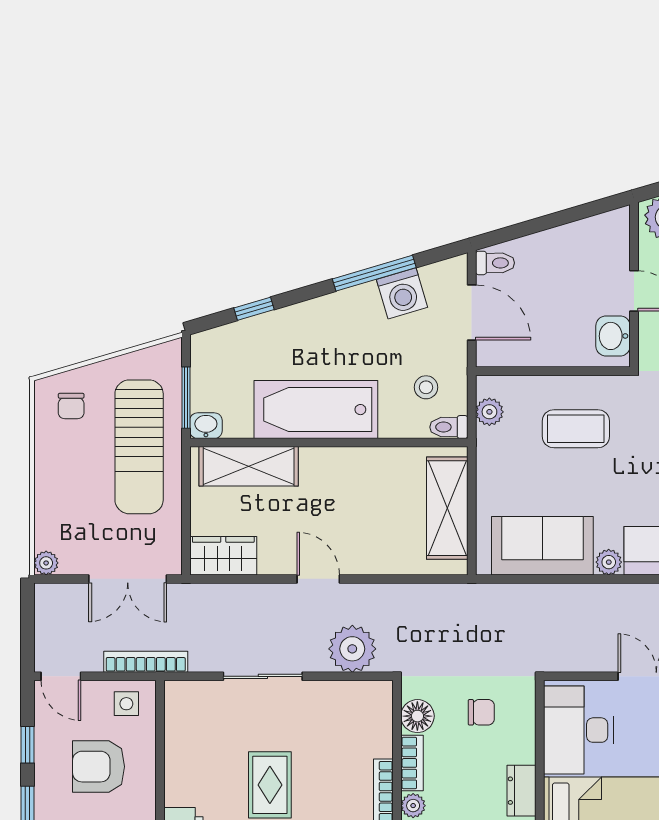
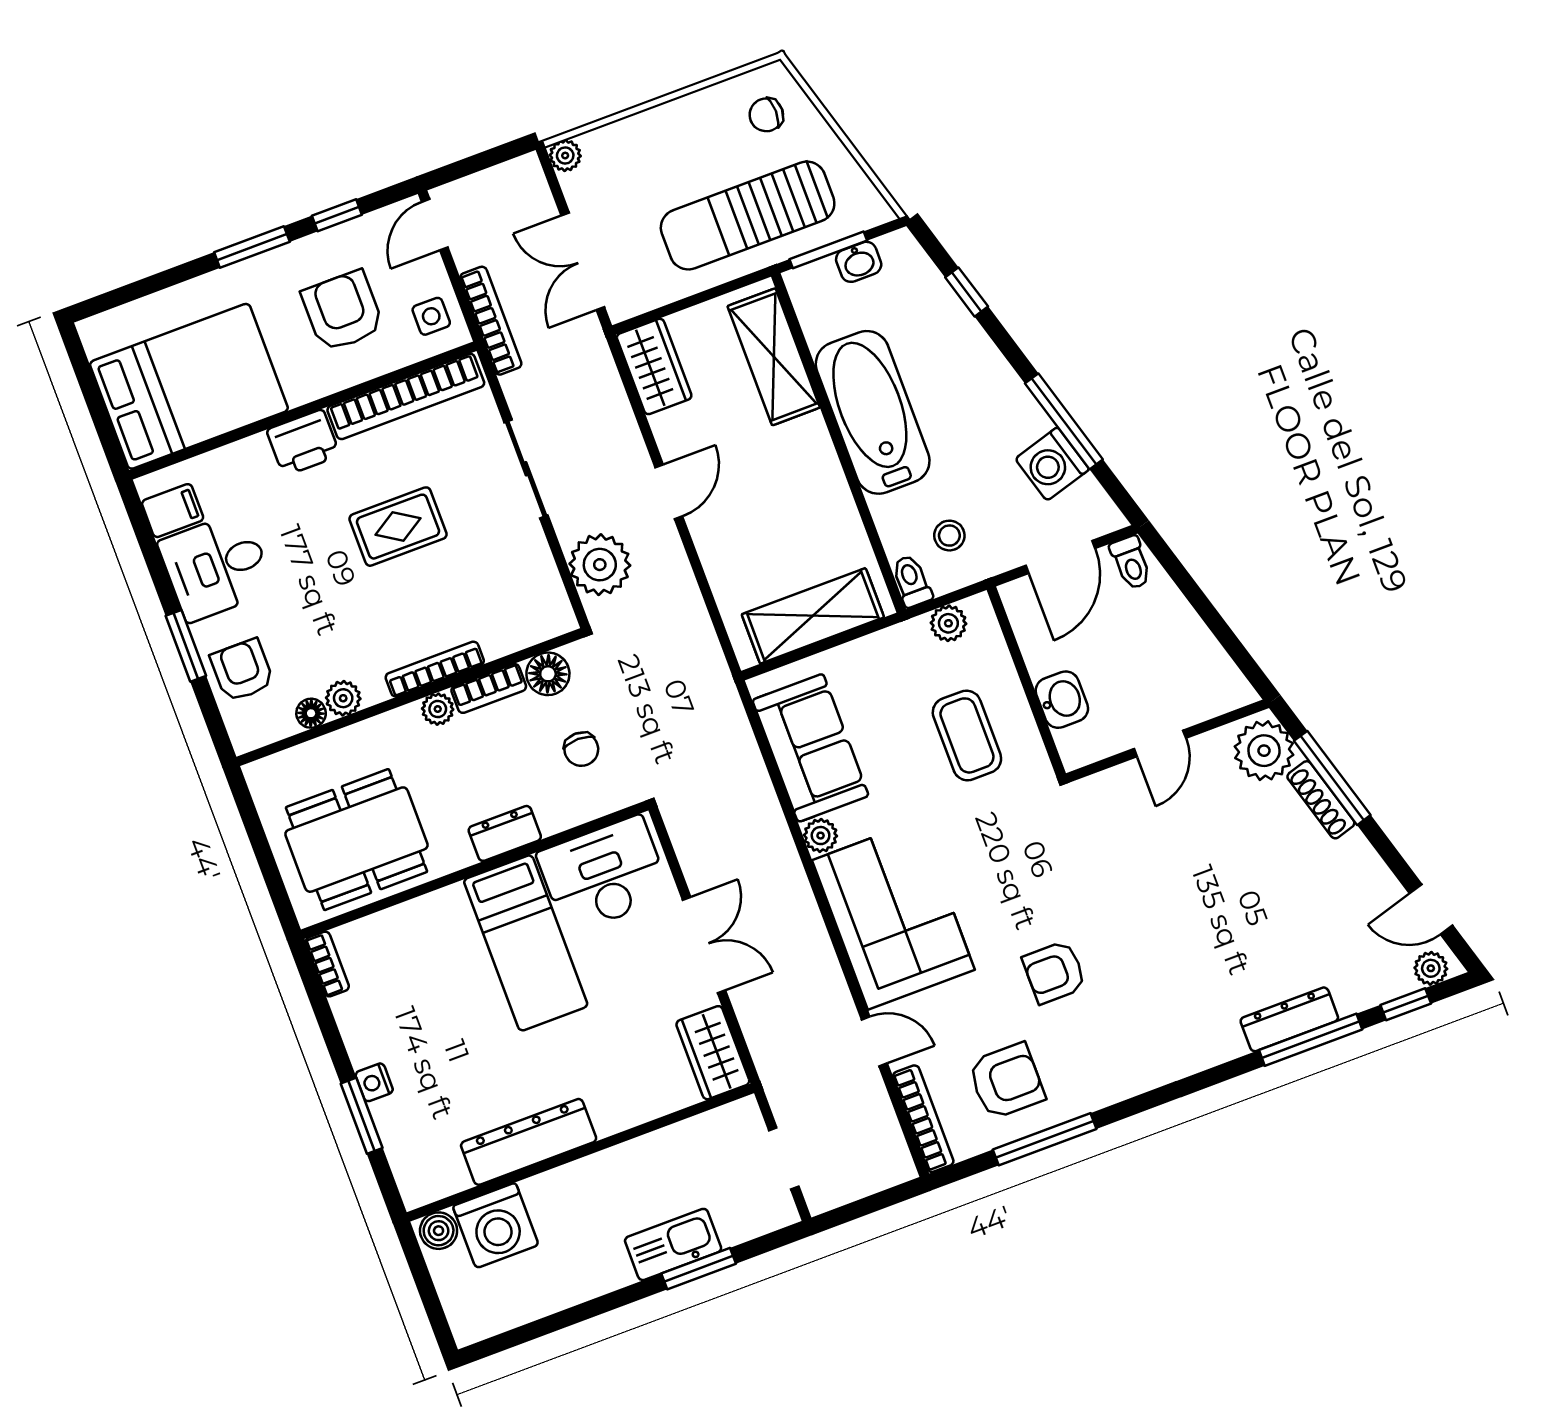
washbasin: (613, 336) -> (1062, 700), moved, turned 90
washbasin: (206, 426) -> (859, 262), moved, turned 90
bookcase: (178, 744) -> (406, 396), added

